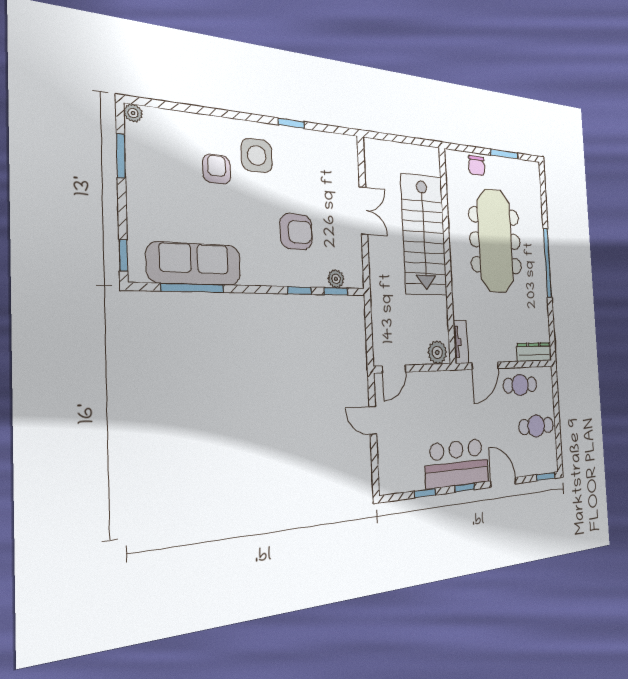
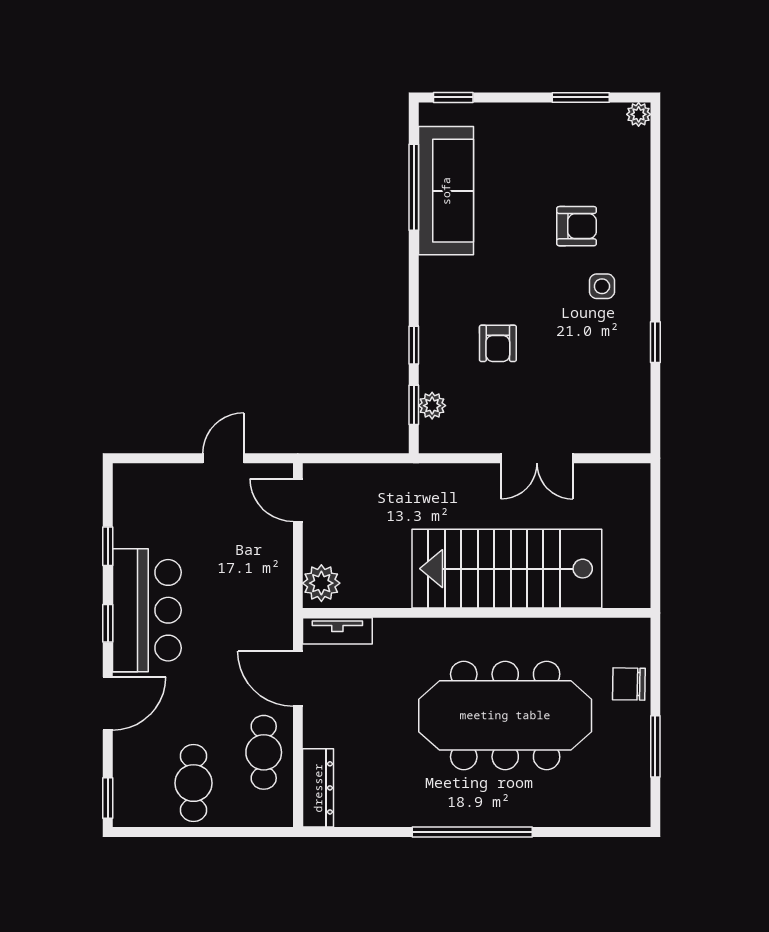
side table: (257, 156) -> (602, 286), width x0.54, depth x0.54
armchair: (296, 232) -> (498, 343), width x0.72, depth x0.72

